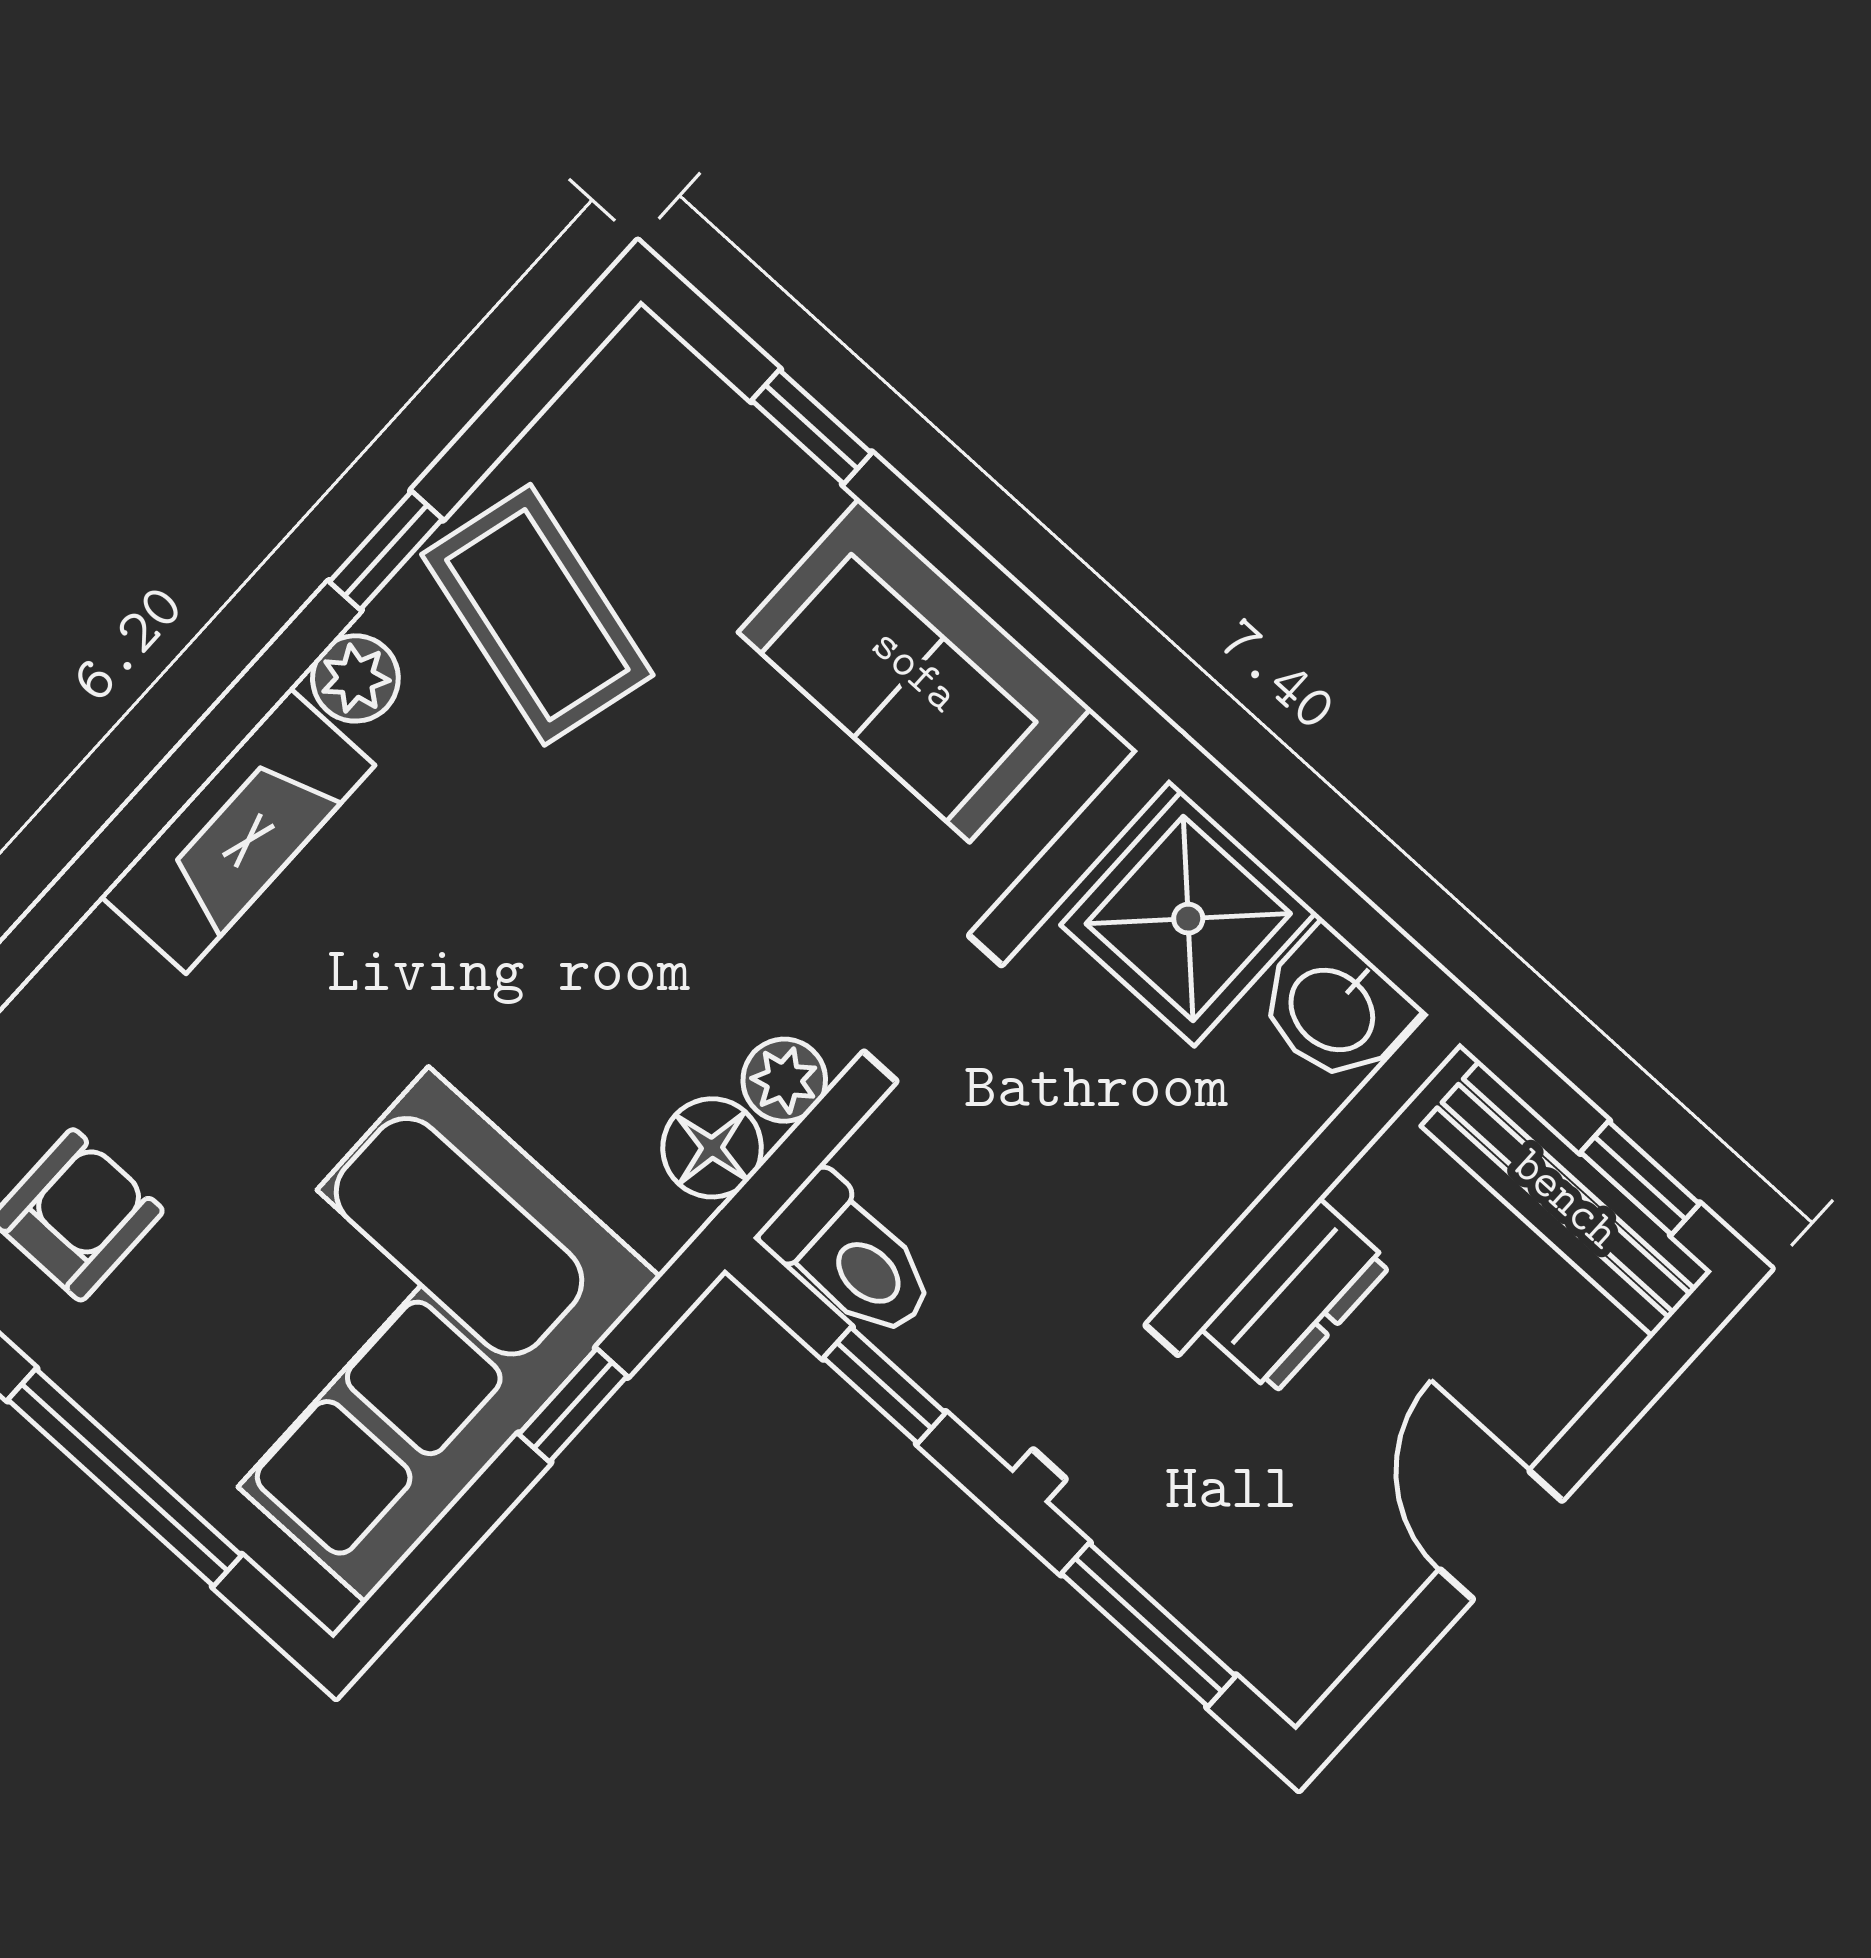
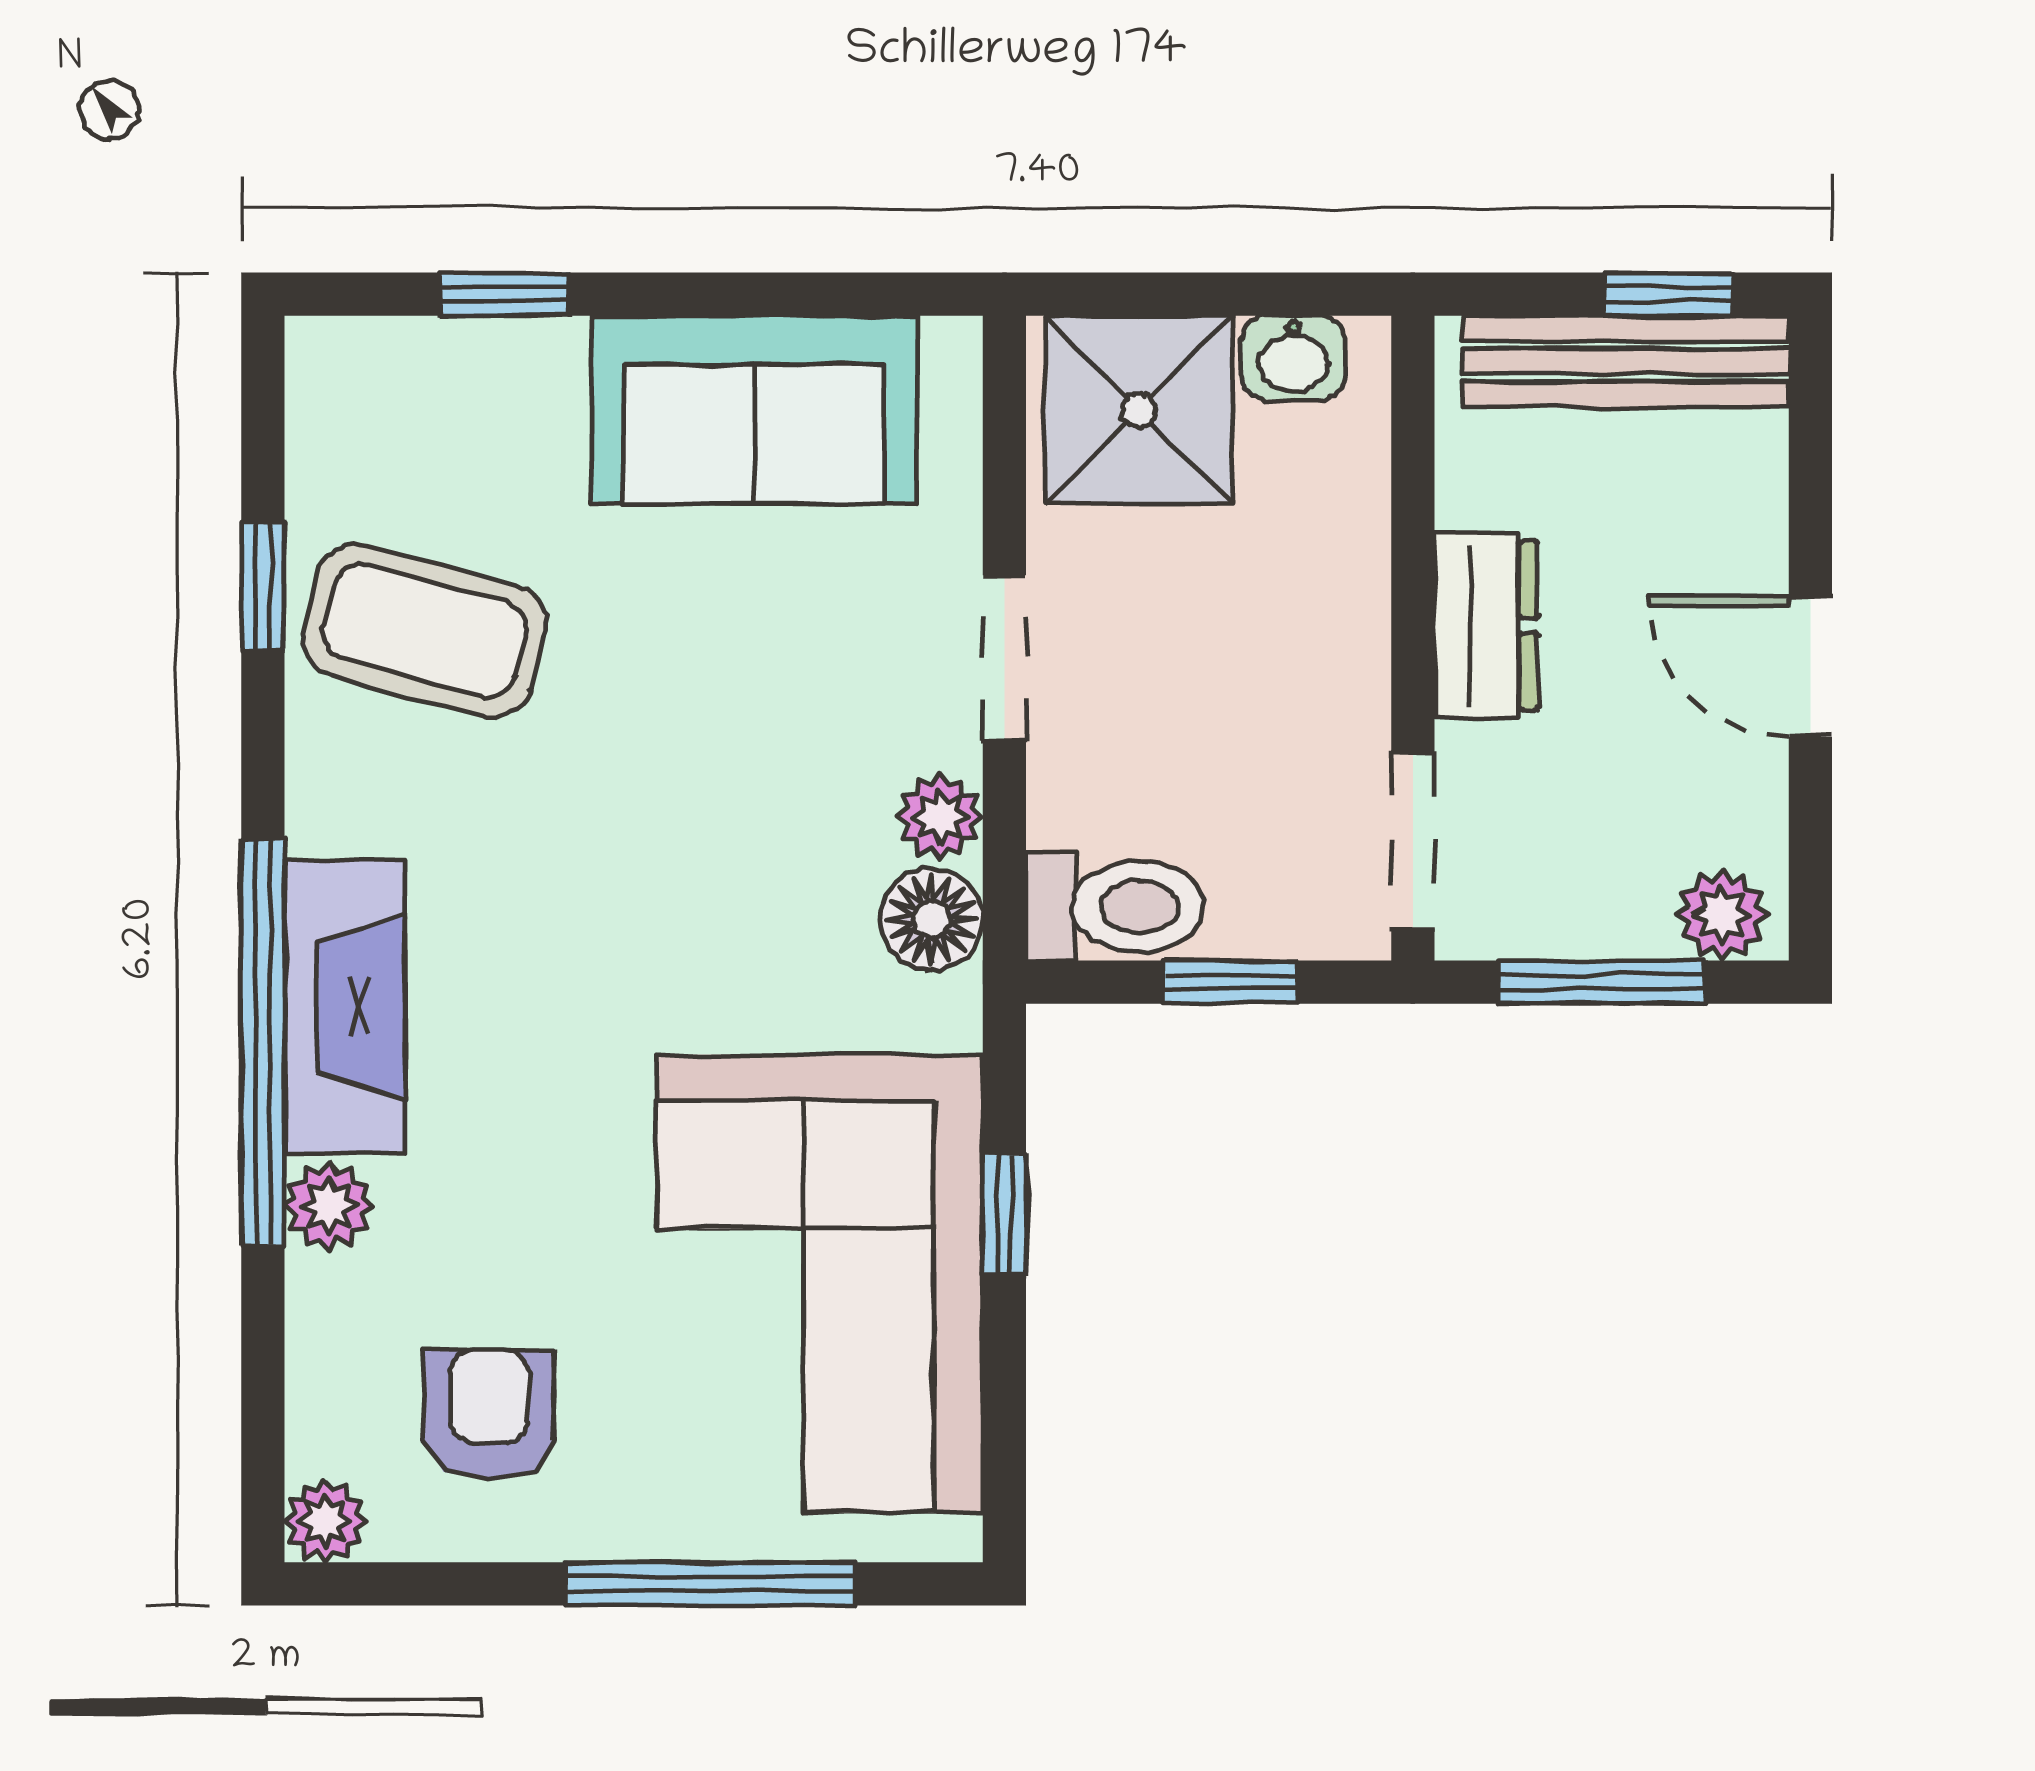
window: (386, 550) -> (263, 585), moved
plant: (355, 678) -> (329, 1206), moved
window: (156, 804) -> (263, 1043), added
washbasin: (1334, 1007) -> (1293, 358), width x0.72, depth x0.69
plant: (1278, 1655) -> (1722, 915), added

